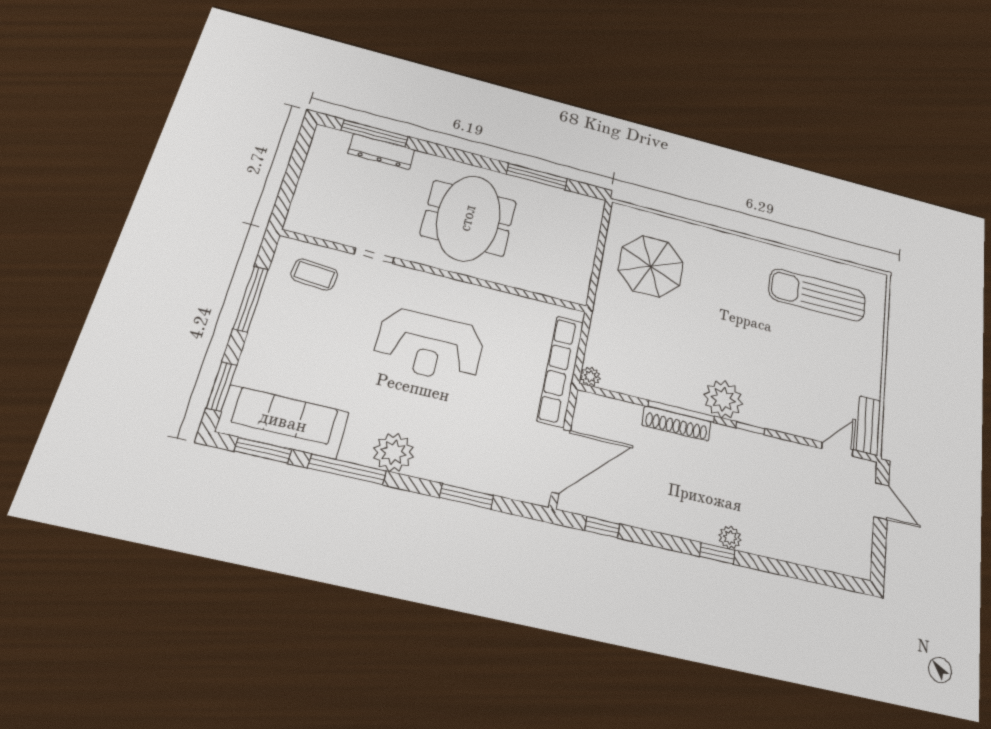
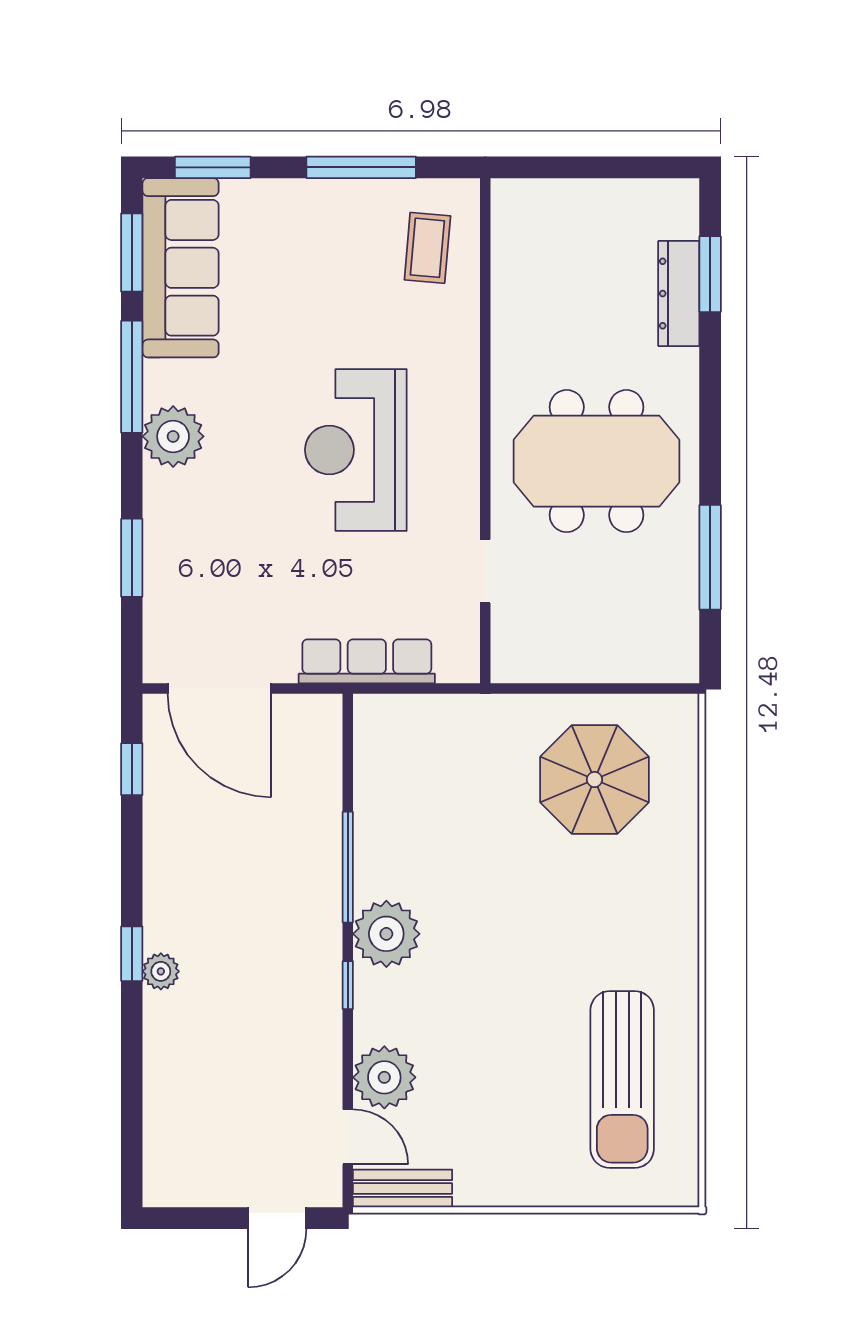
window: (375, 133) -> (710, 274), width x0.69
doorway: (374, 256) -> (485, 571), moved
sun lounger: (817, 295) -> (622, 1079), turned 180
row of seats: (561, 371) -> (367, 661), width x0.73
plant: (590, 376) -> (384, 1077), moved, width x1.88, depth x1.88
shoe rack: (677, 423) -> (325, 862), removed

